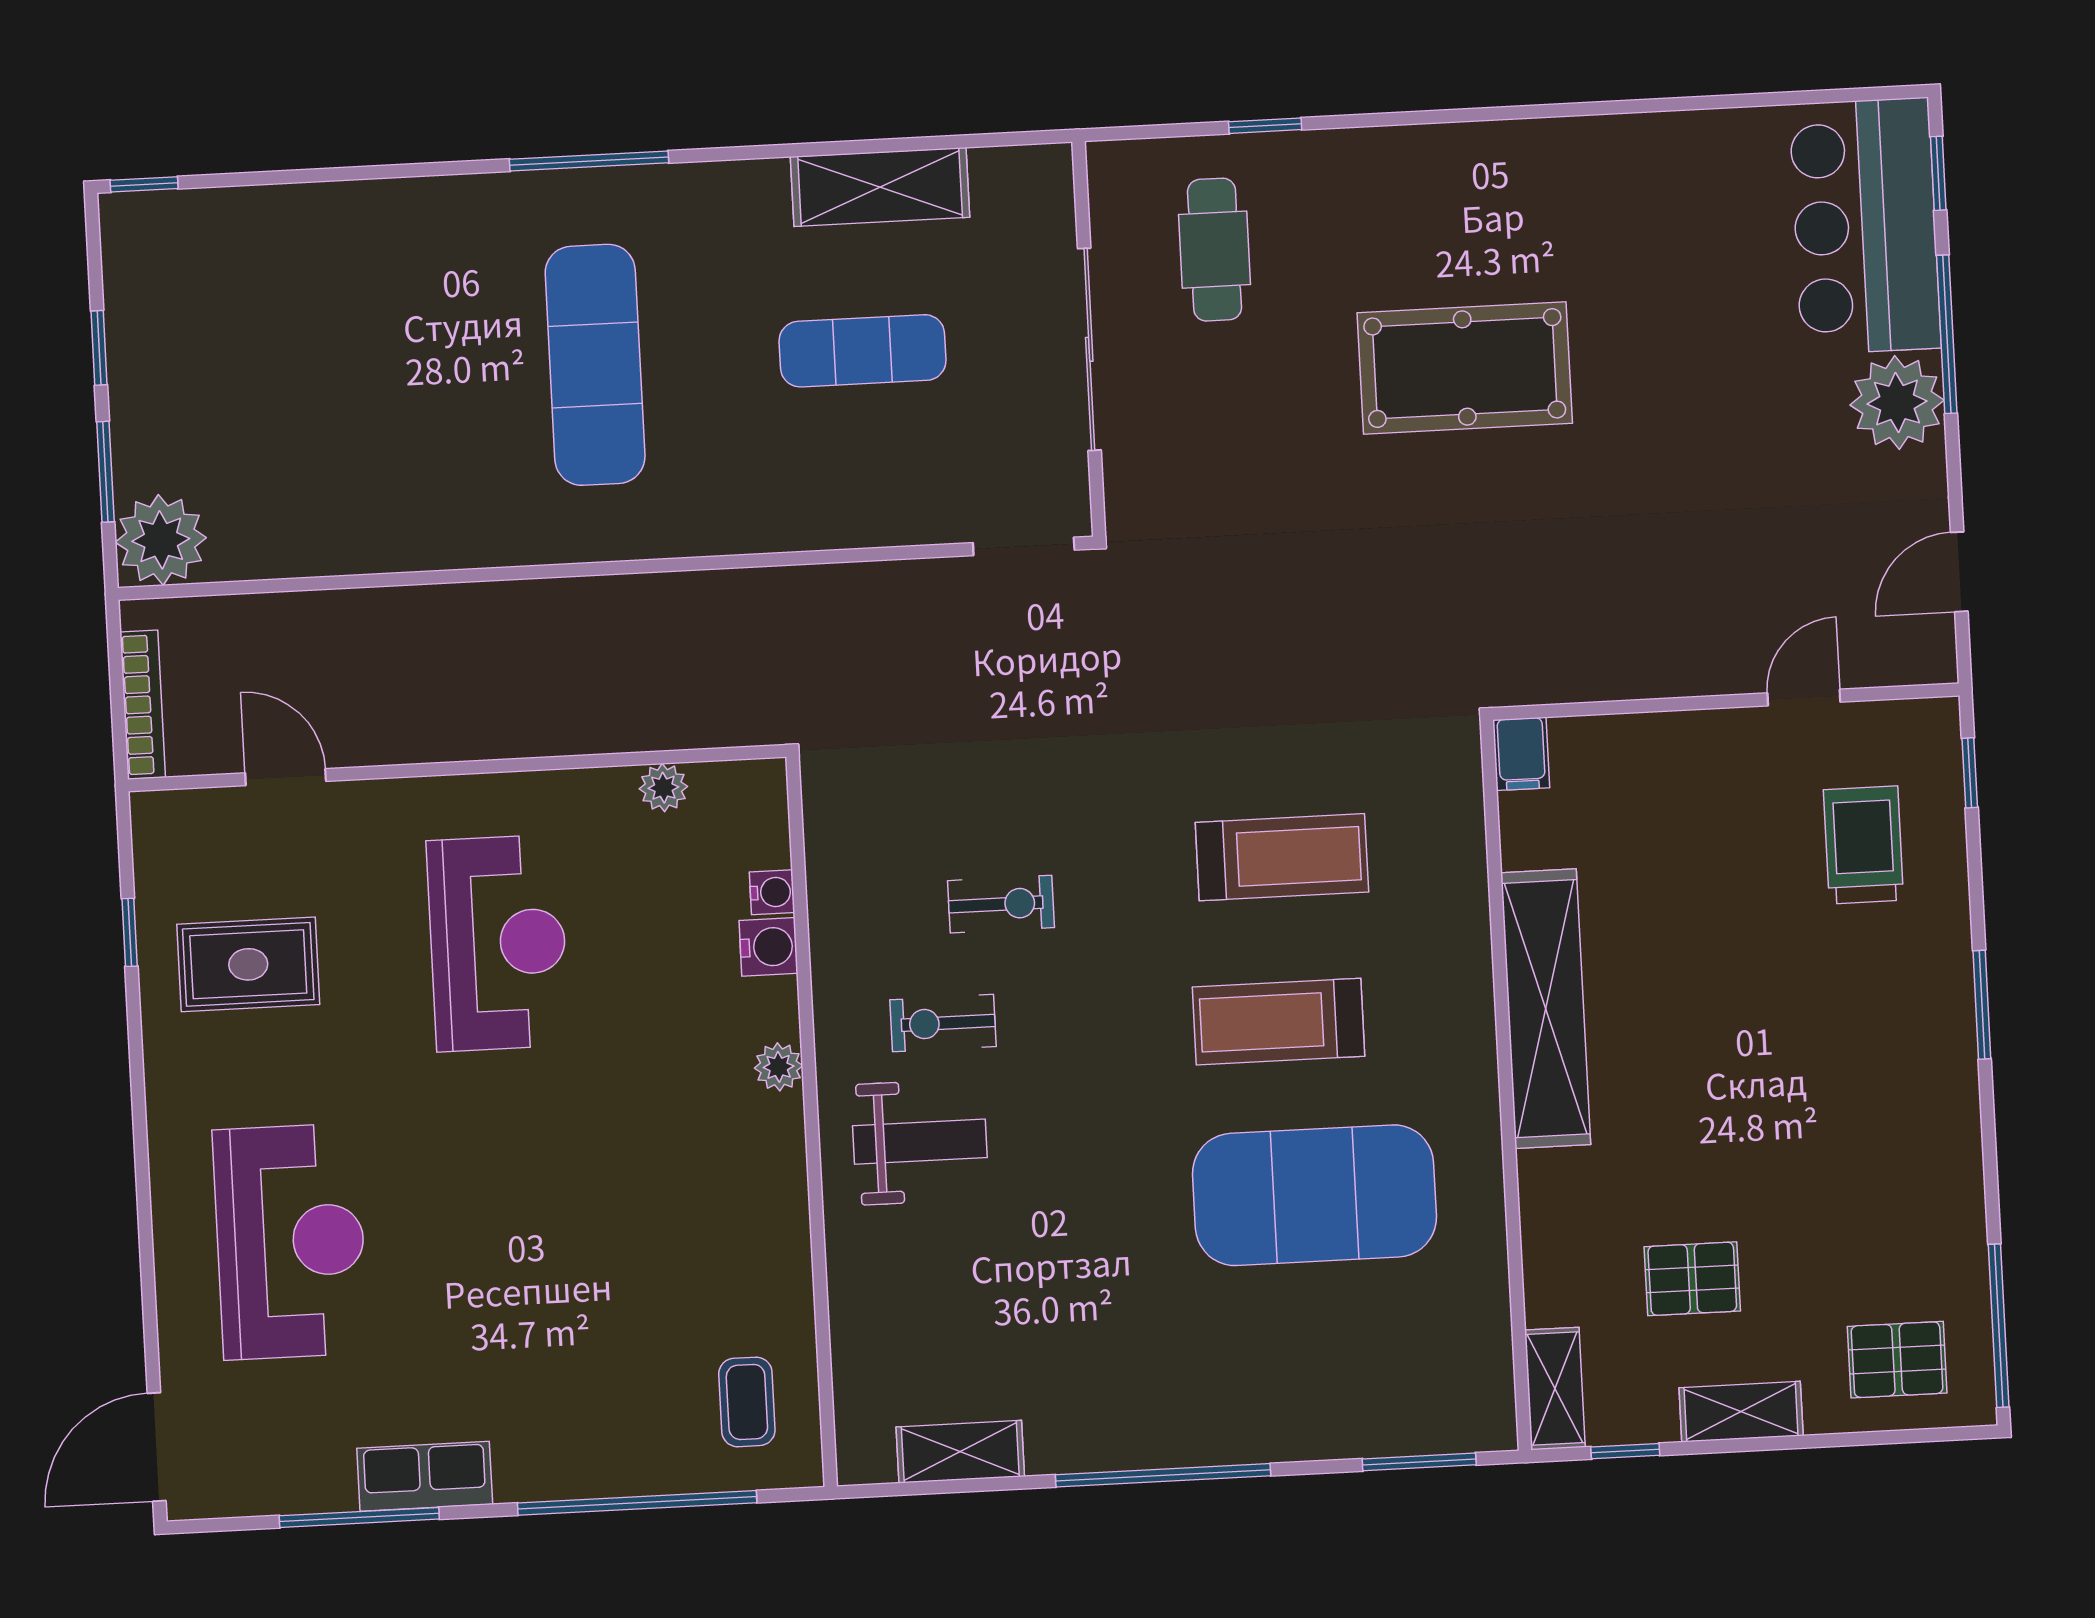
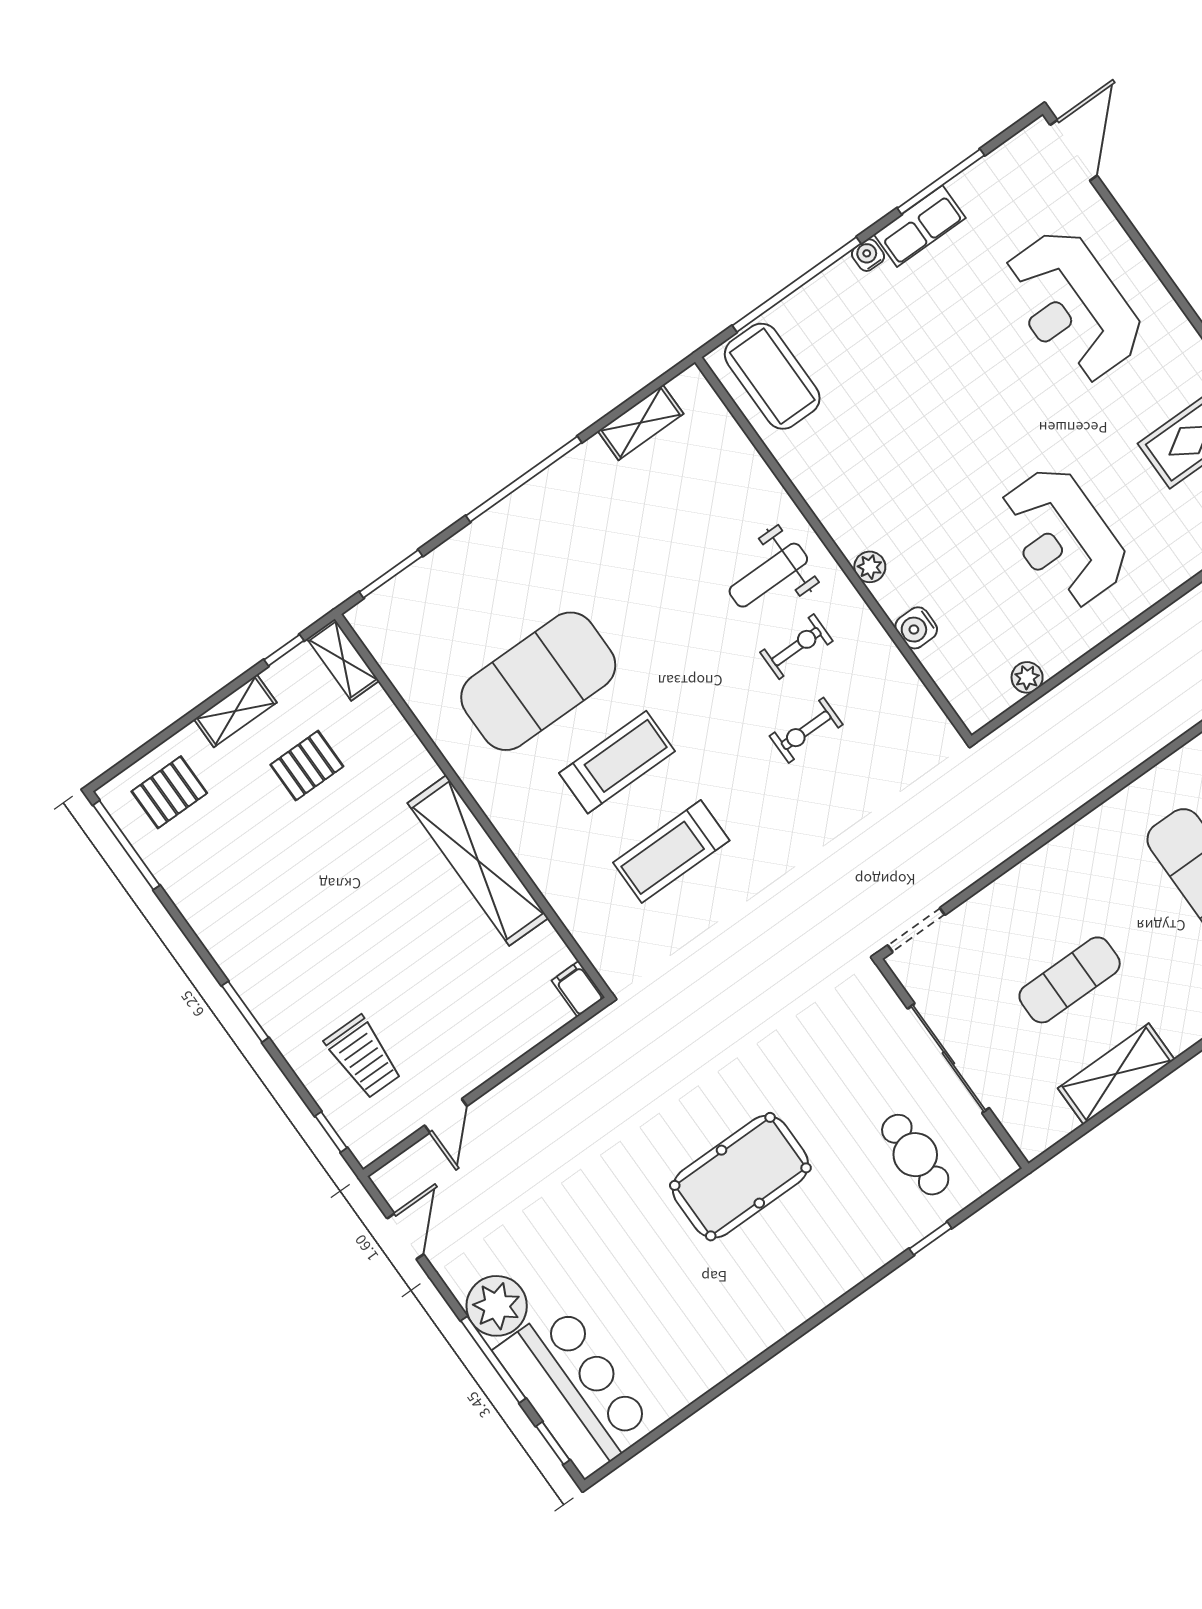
water cooler: (772, 892) -> (868, 255), moved, turned 90
coffee table: (747, 1402) -> (772, 376), width x1.86, depth x1.72

